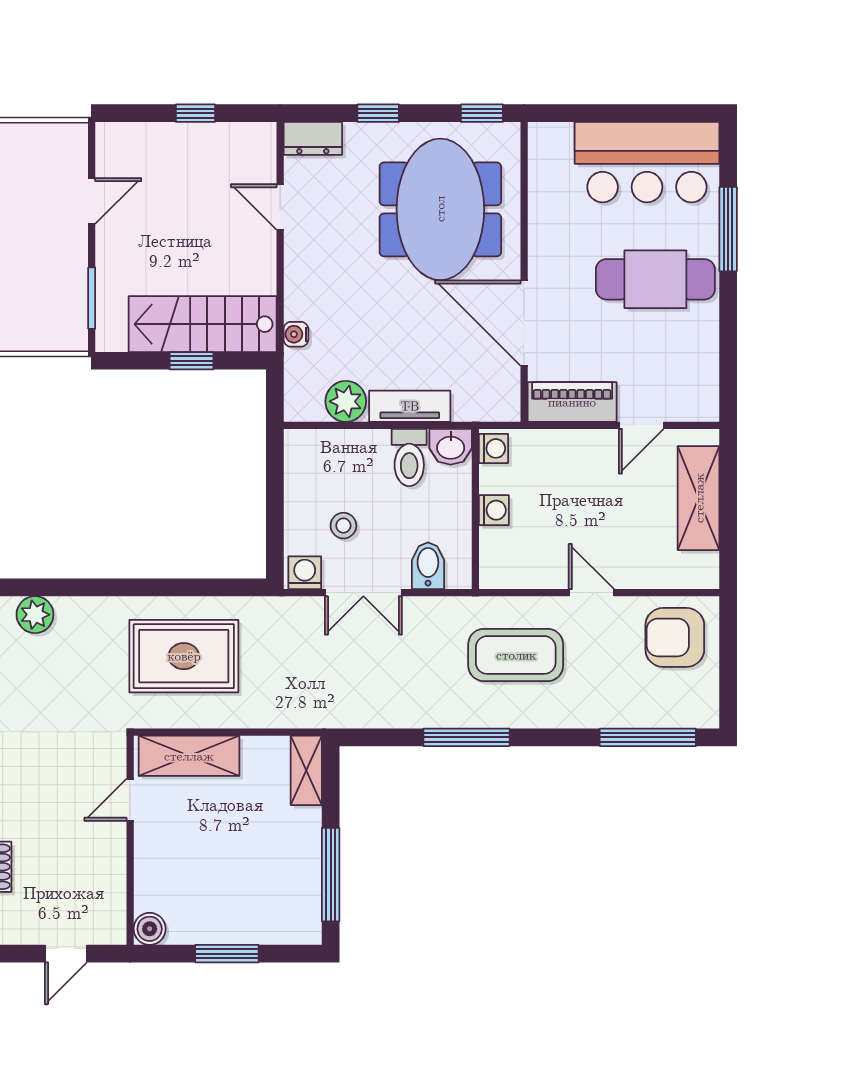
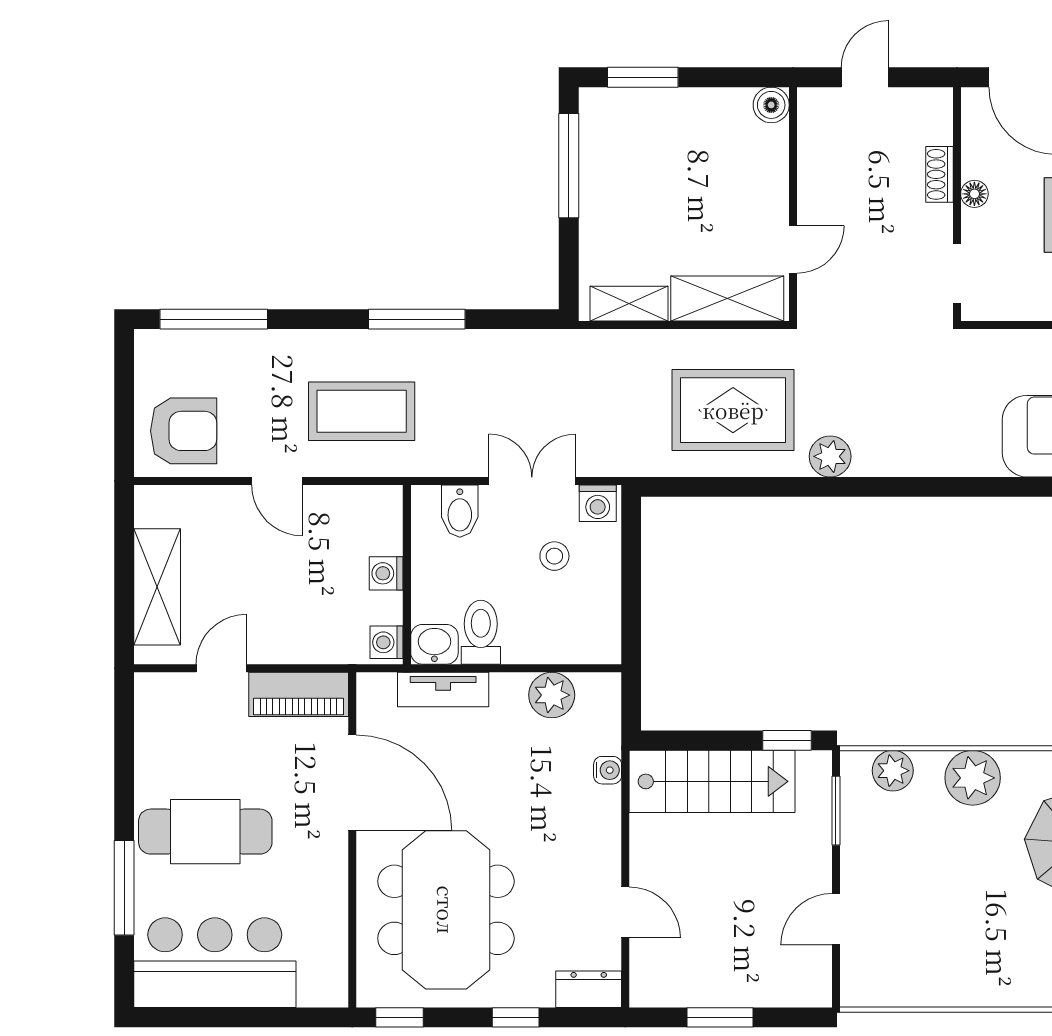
window: (195, 113) -> (720, 1017), width x1.50
plant: (41, 334) -> (893, 771), added
window: (192, 361) -> (787, 740), moved
tv unit: (410, 406) -> (443, 690), moved
plant: (35, 615) -> (830, 456), moved
shelving: (306, 770) -> (629, 304), moved, turned 90
window: (227, 954) -> (643, 77), moved

